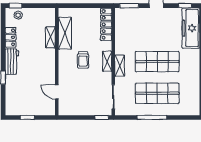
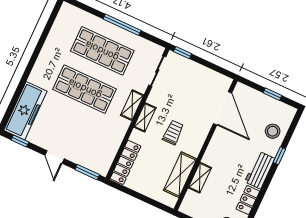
stool: (15, 92) -> (273, 131), added
door: (57, 92) -> (223, 108), width x1.88

